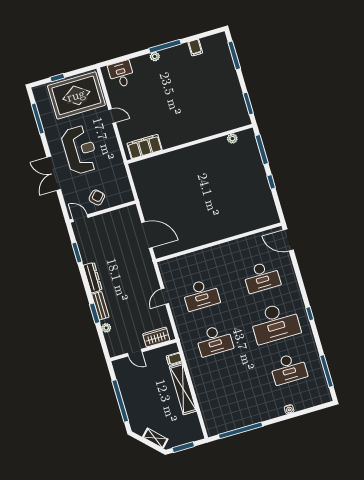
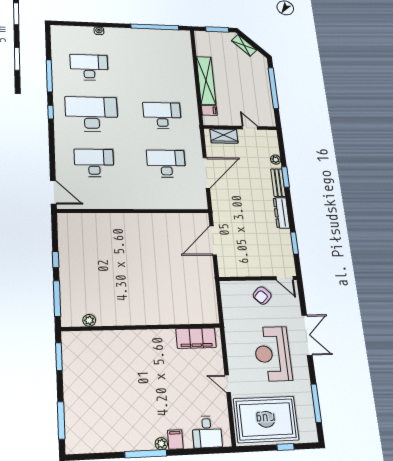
filing cabinet: (195, 48) -> (175, 439), moved
door: (147, 235) -> (213, 240), hinge flipped
door: (165, 296) -> (206, 173), width x1.88
window: (327, 371) -> (49, 76), moved

